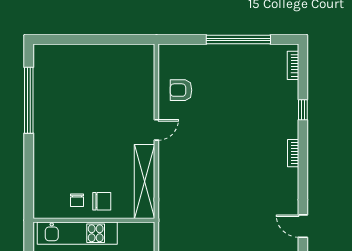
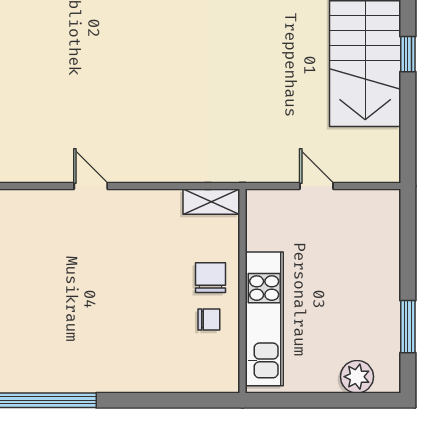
armchair: (181, 90) -> (24, 145), removed
shelving: (145, 181) -> (211, 202), width x0.45, depth x0.75

